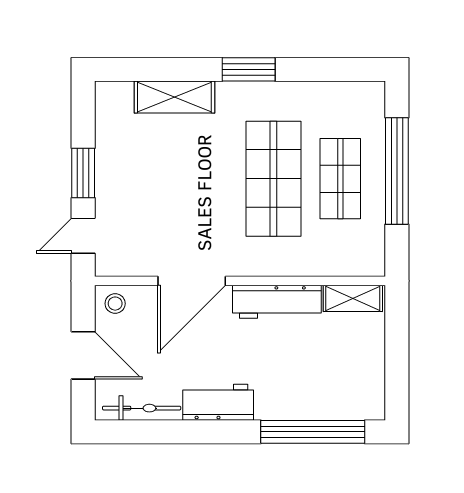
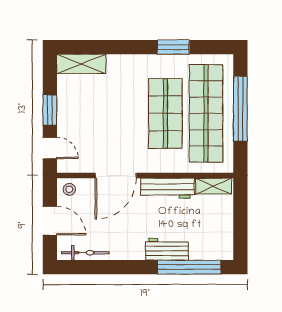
window: (249, 69) -> (173, 47), moved
shelving: (174, 97) -> (81, 64), moved
shop shelf: (340, 179) -> (206, 113), width x2.00, depth x1.36
door: (83, 236) -> (50, 148), swing flipped
workbench: (218, 402) -> (167, 249), moved

